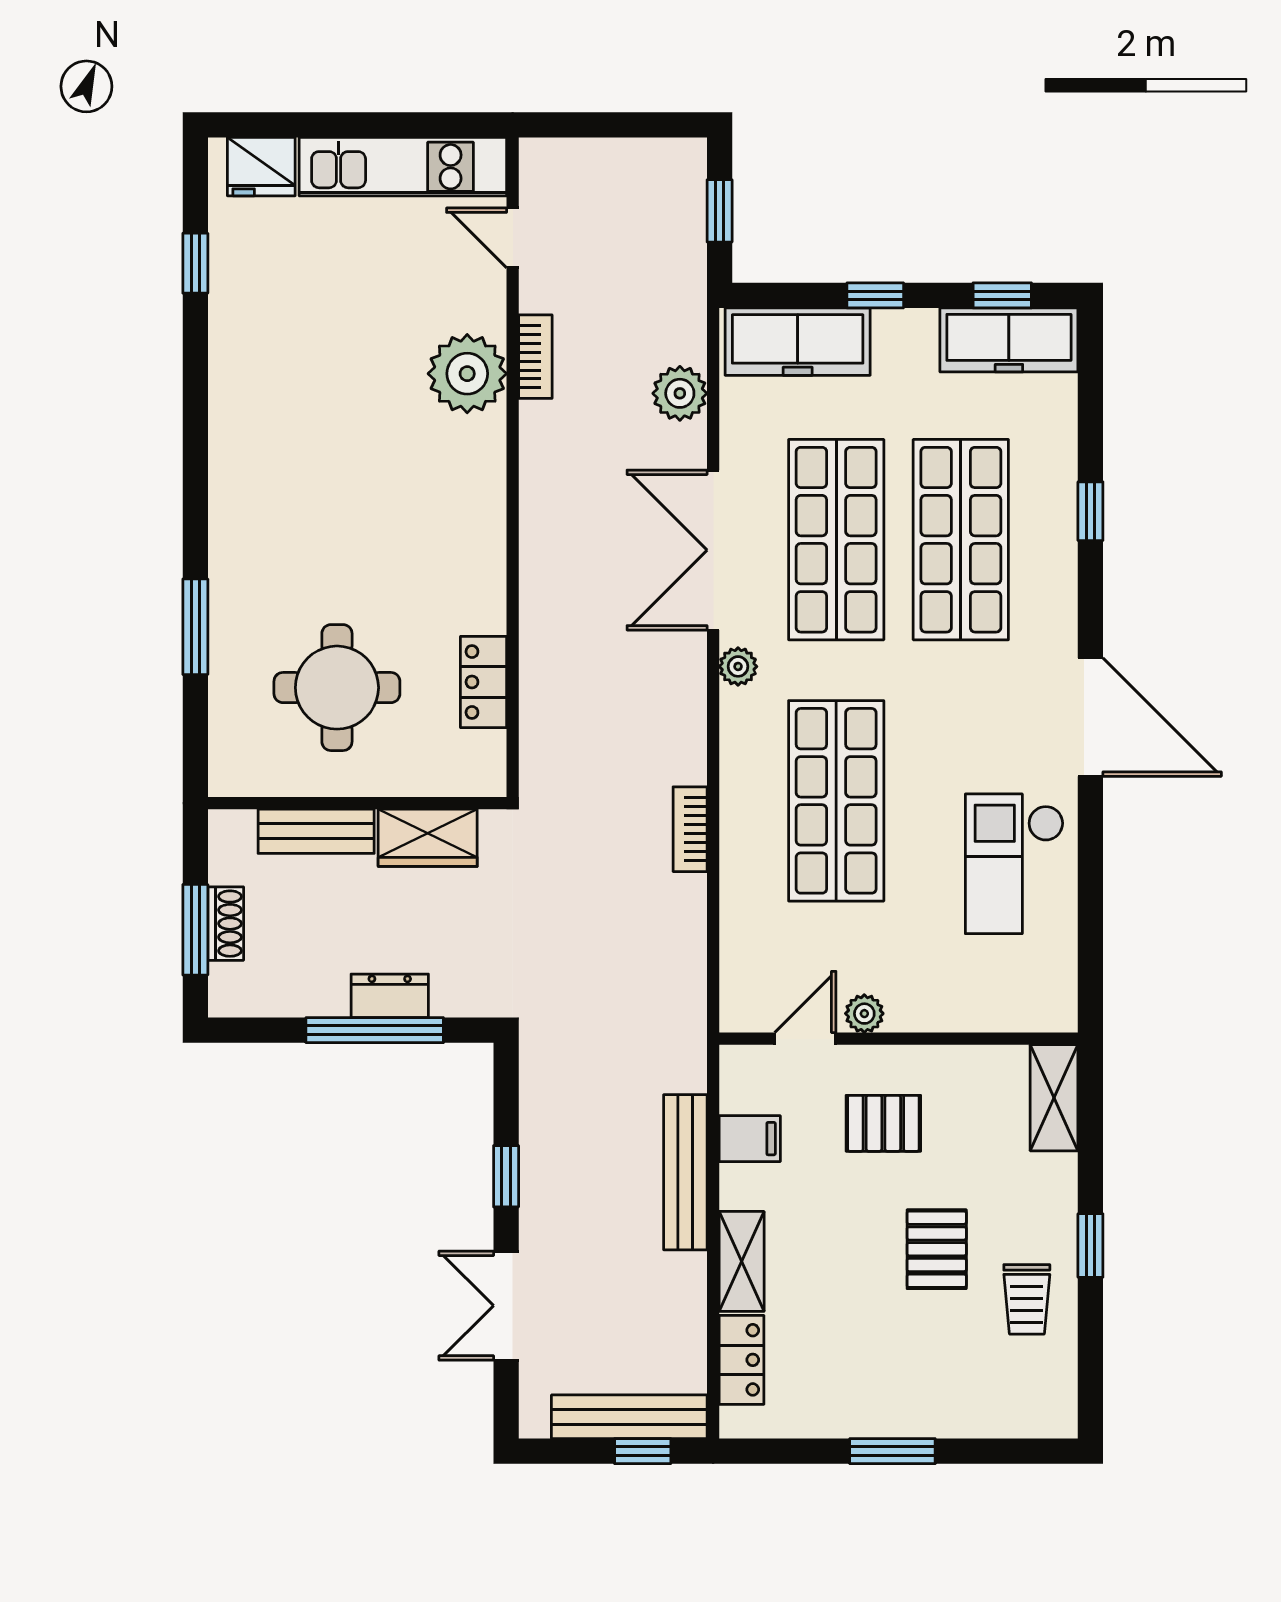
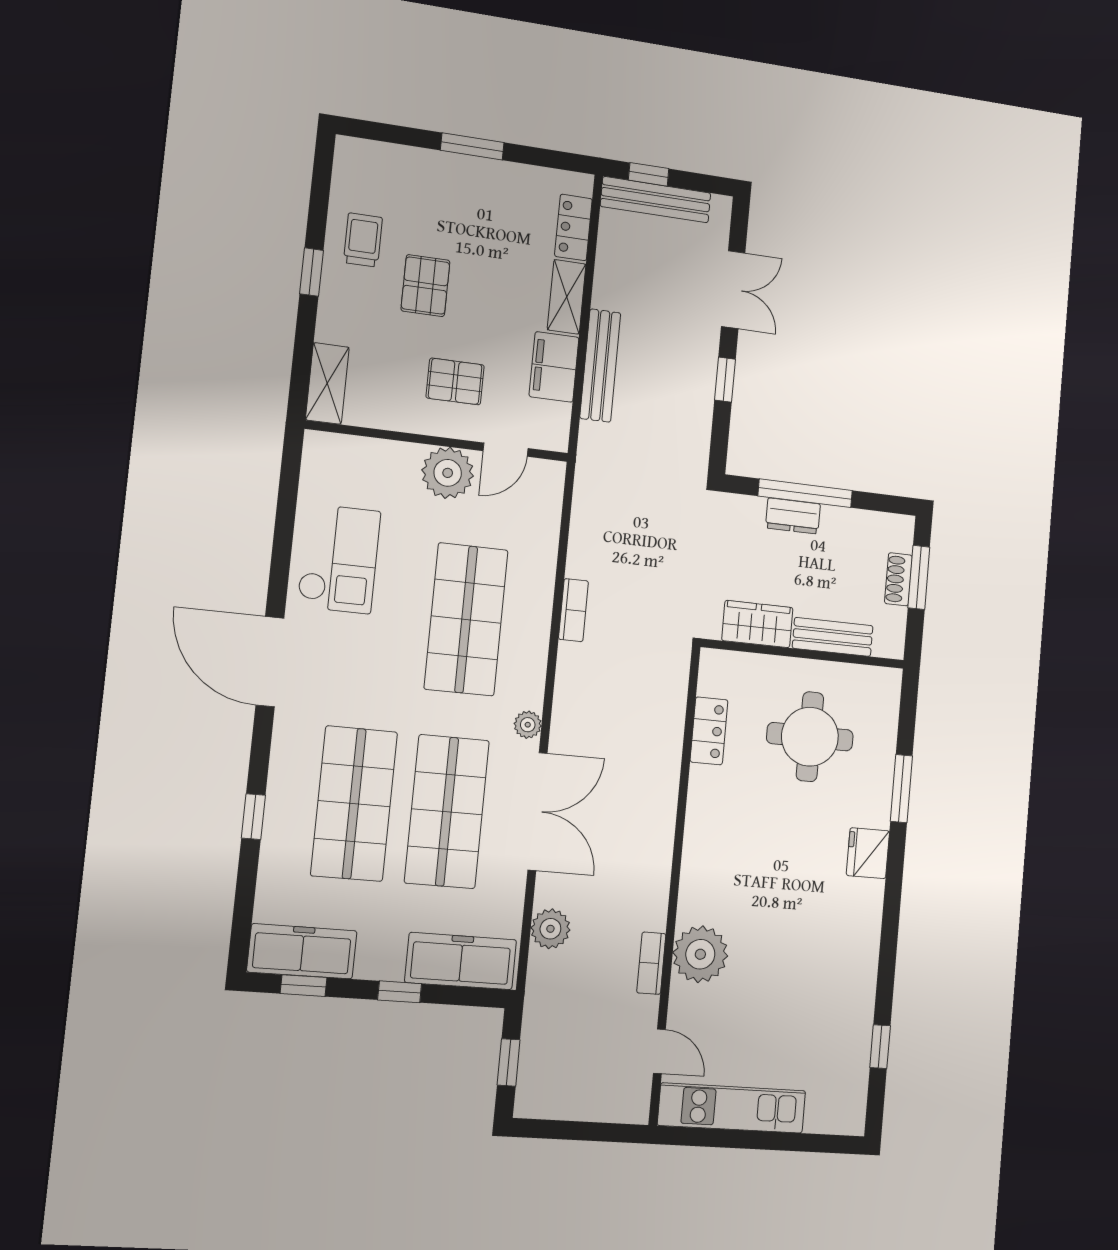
fridge: (261, 167) -> (868, 853), moved, turned -90
plant: (864, 1014) -> (448, 473), width x1.87, depth x1.87
filing cabinet: (750, 1139) -> (554, 367), width x2.00

